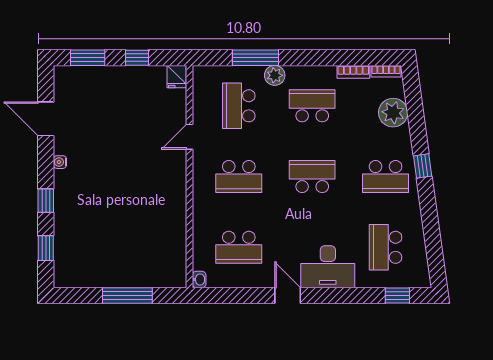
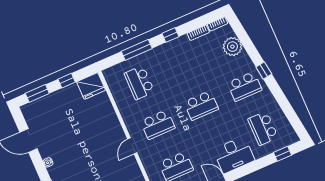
window: (312, 58) -> (170, 35), added
plant: (275, 75) -> (153, 55), removed
fridge: (177, 77) -> (91, 86), width x1.88, depth x1.34
school desk: (312, 106) -> (183, 64), removed
door: (189, 137) -> (132, 146), moved
school desk: (312, 177) -> (201, 105), turned 180

